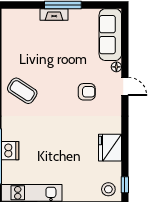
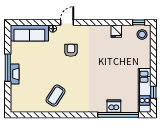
coffee table: (22, 91) -> (55, 96), moved
fridge: (110, 148) -> (116, 31), width x0.53, depth x0.75

